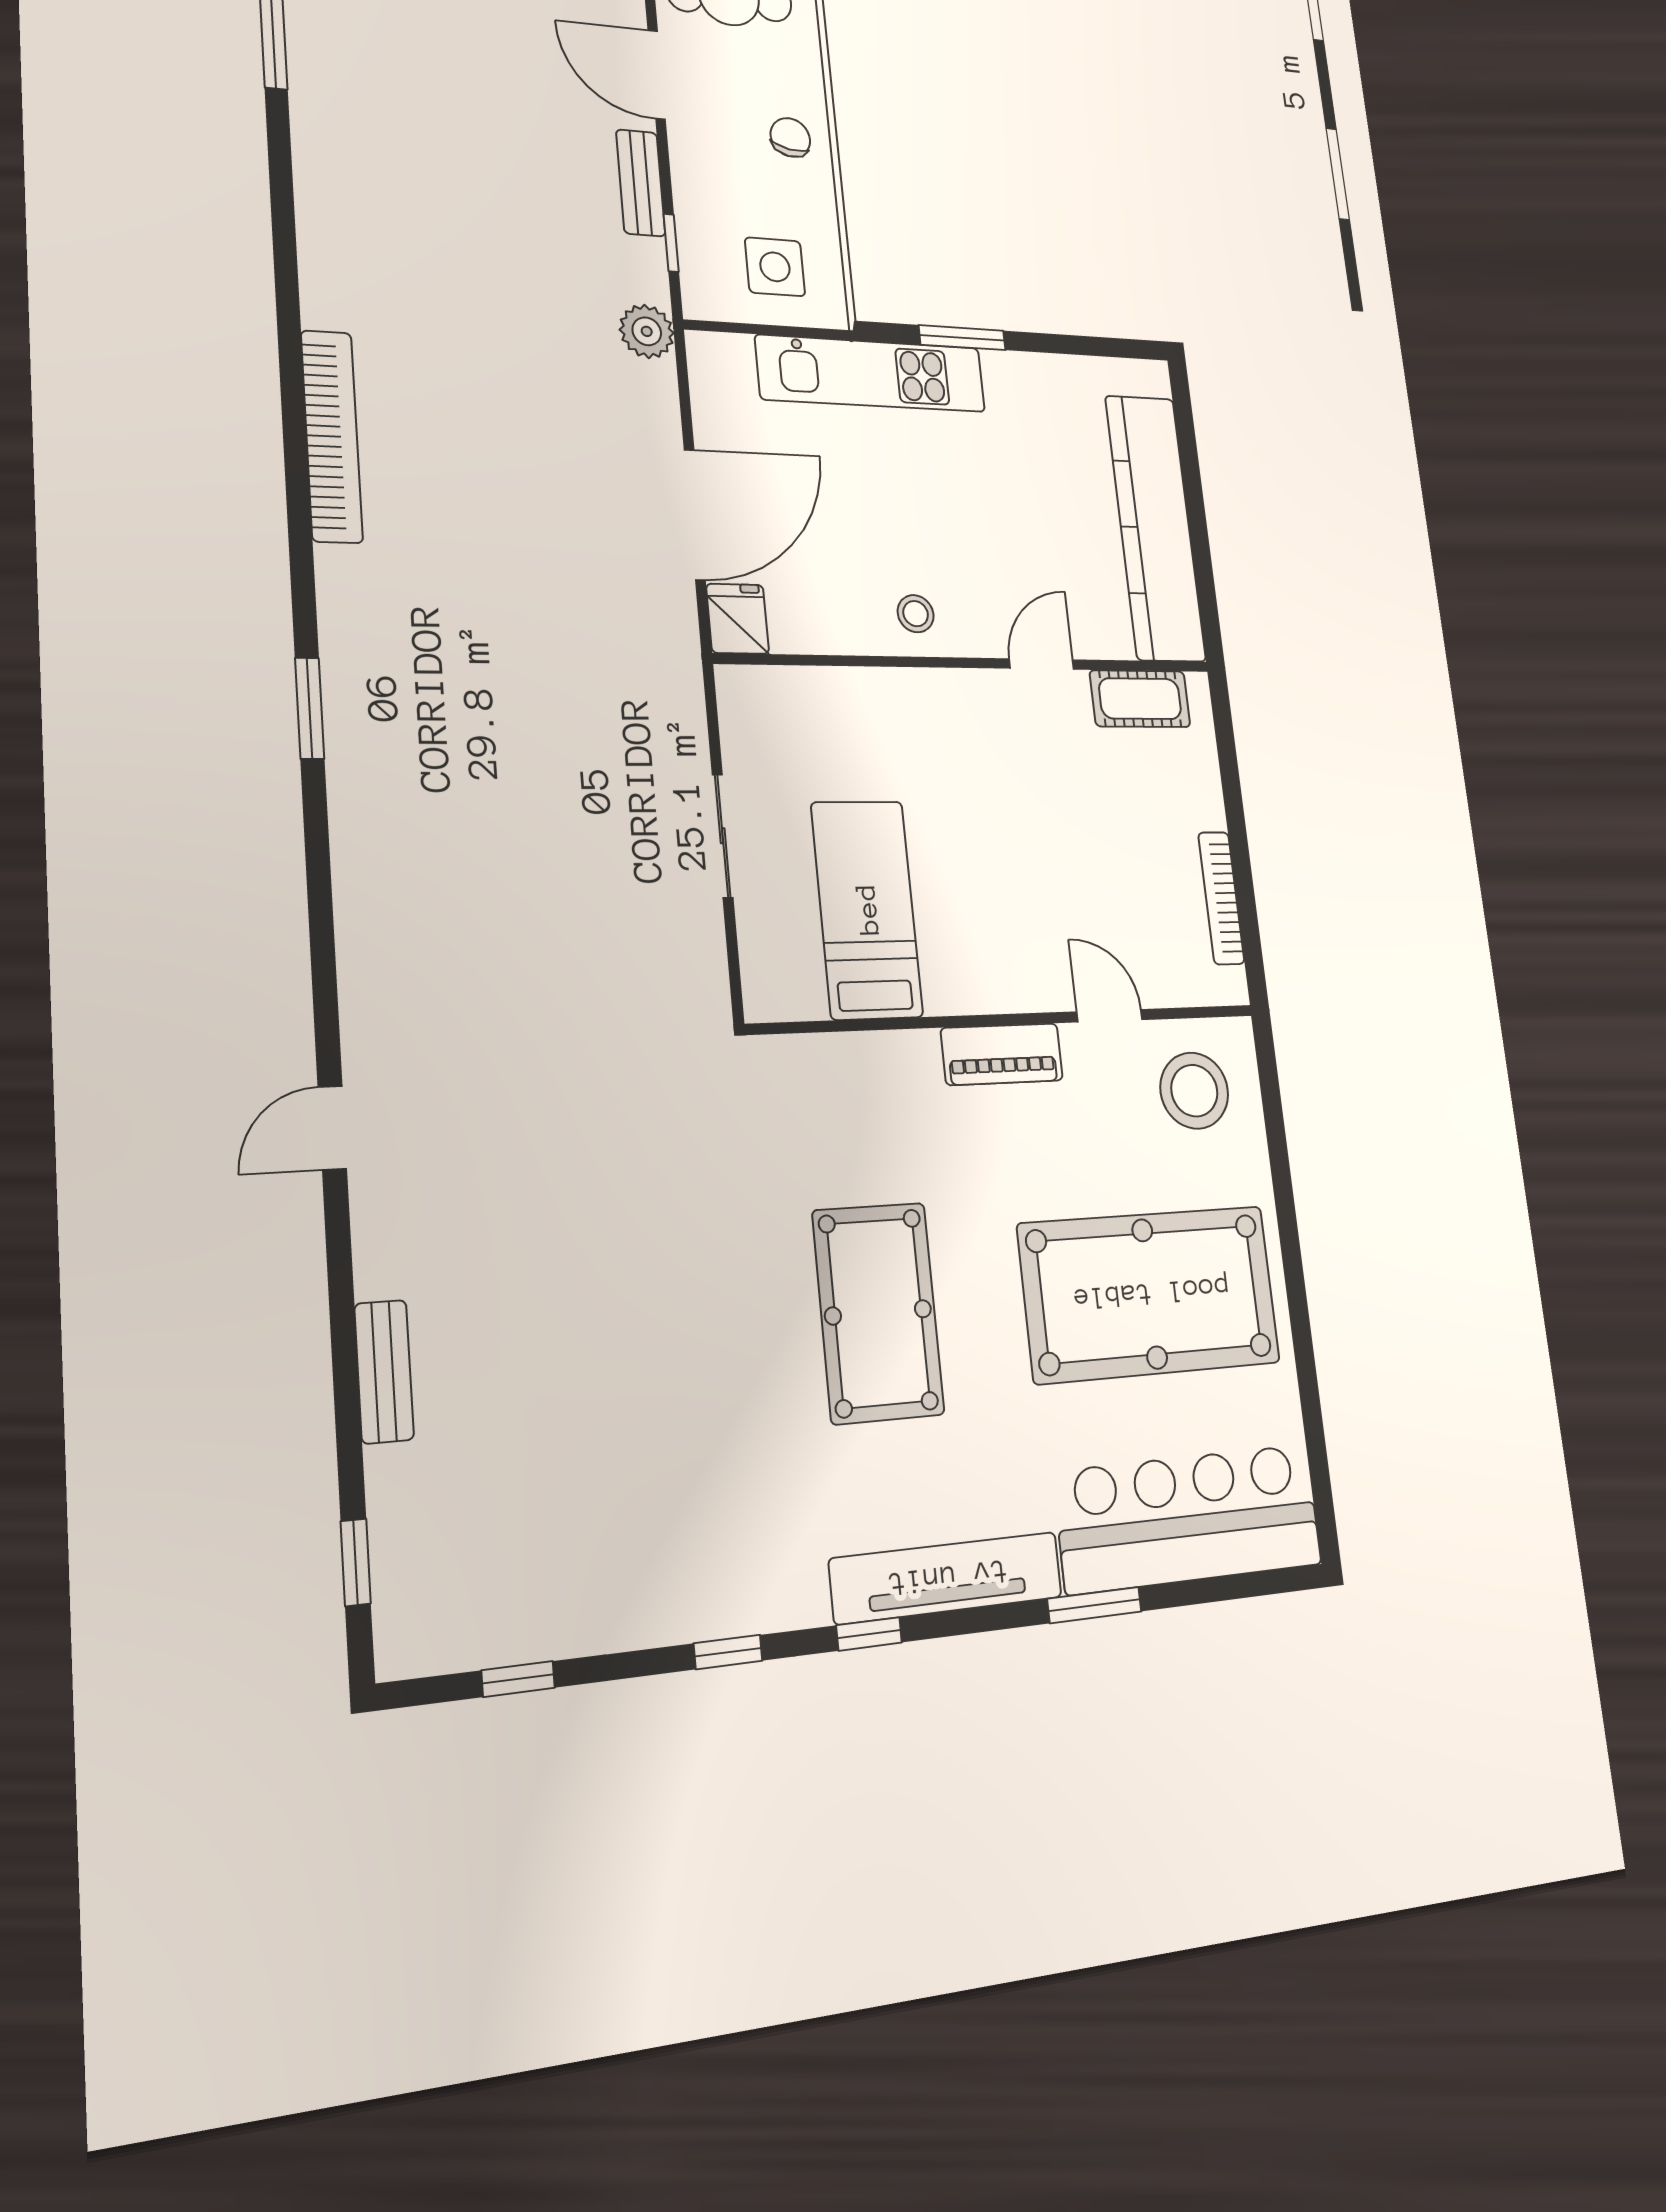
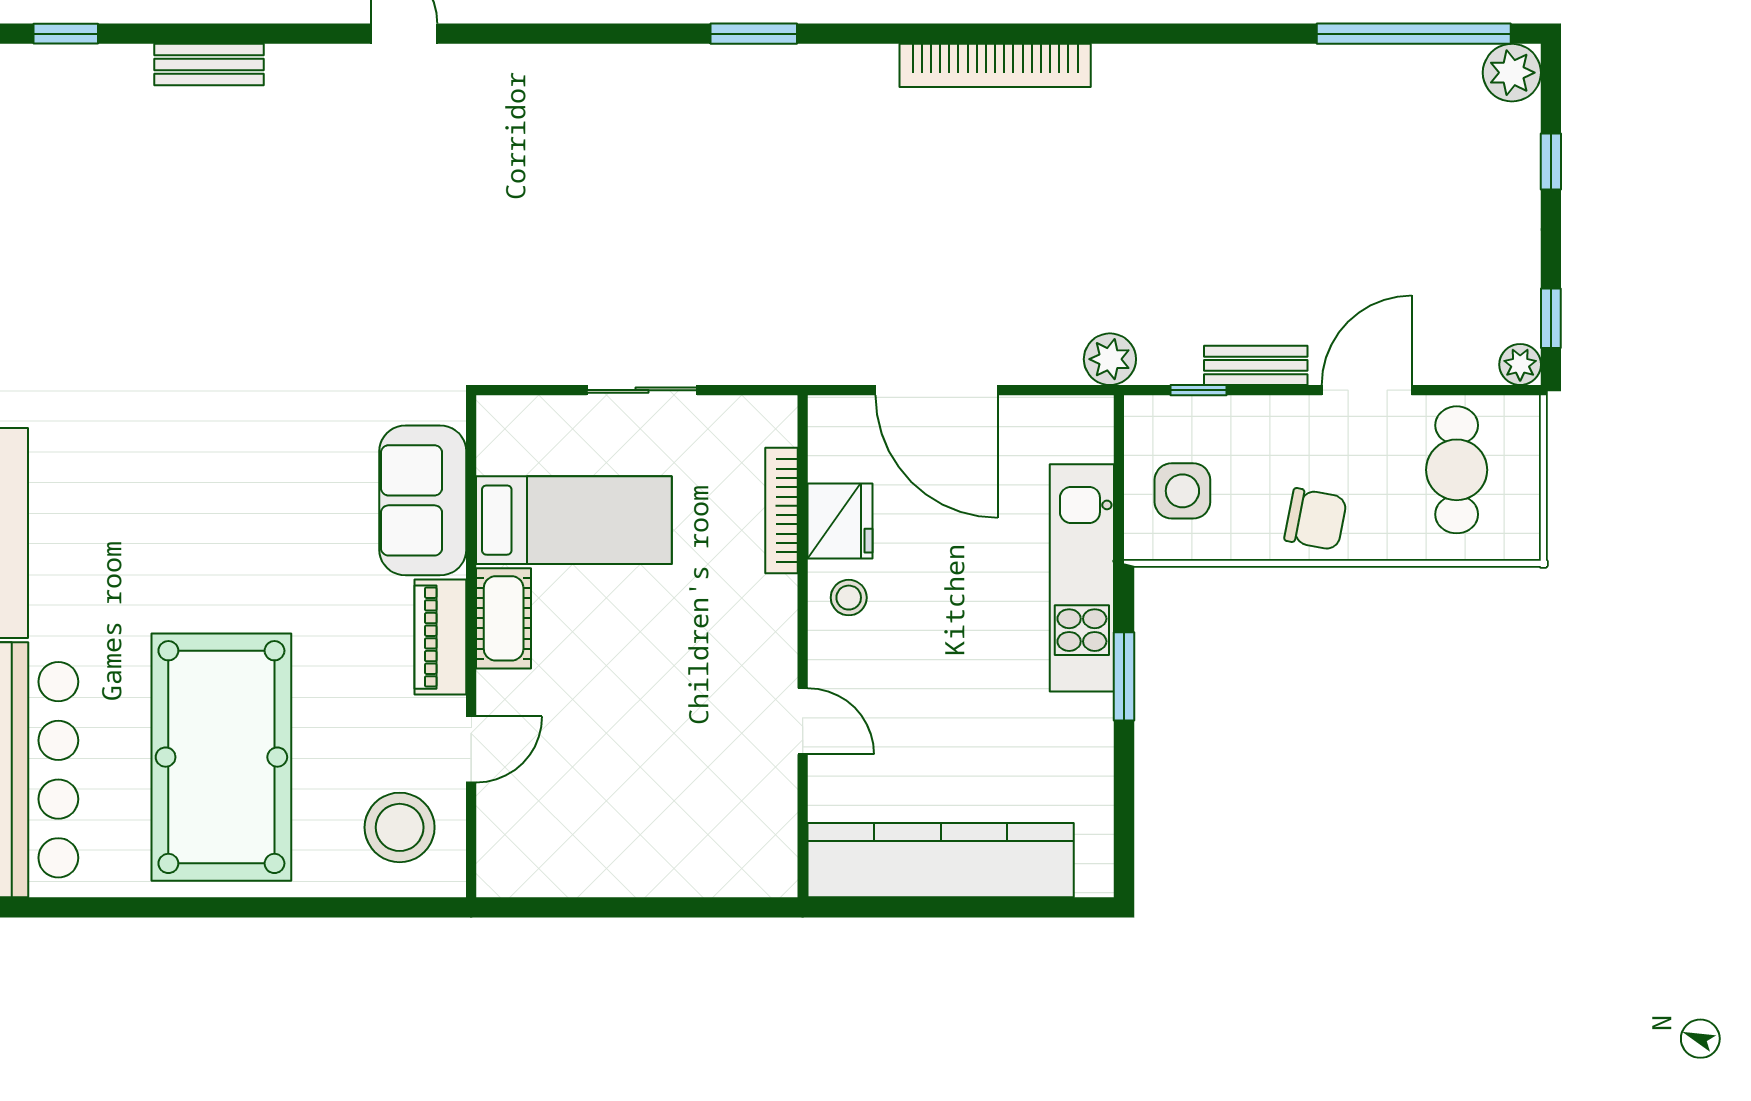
chair: (790, 137) -> (1316, 519), width x1.37, depth x1.37
fridge: (738, 619) -> (840, 521), moved, width x1.38
cot: (1140, 699) -> (504, 618), moved
bookcase: (1221, 898) -> (782, 510), moved, turned -90
sofa: (863, 1080) -> (423, 500), added
pool table: (878, 1312) -> (224, 494), removed

